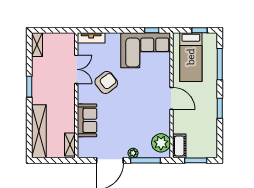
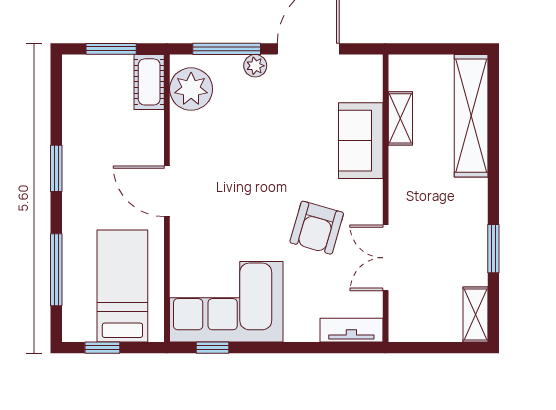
armchair: (106, 82) -> (317, 228), turned -36
window: (29, 87) -> (493, 249), moved
shelving: (70, 144) -> (400, 118), moved

